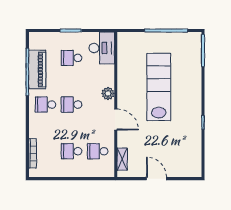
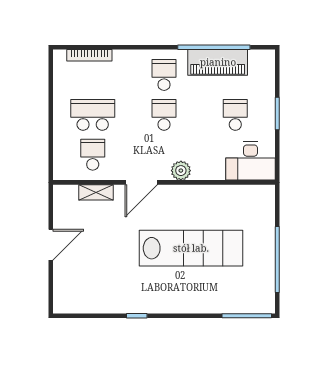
school desk: (72, 151) -> (93, 115), width x1.85
shelving: (122, 159) -> (96, 192), moved

